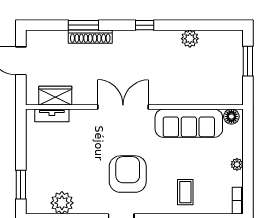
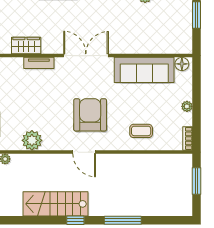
tv unit: (52, 115) -> (39, 63), moved
coffee table: (185, 192) -> (141, 131), turned 90

